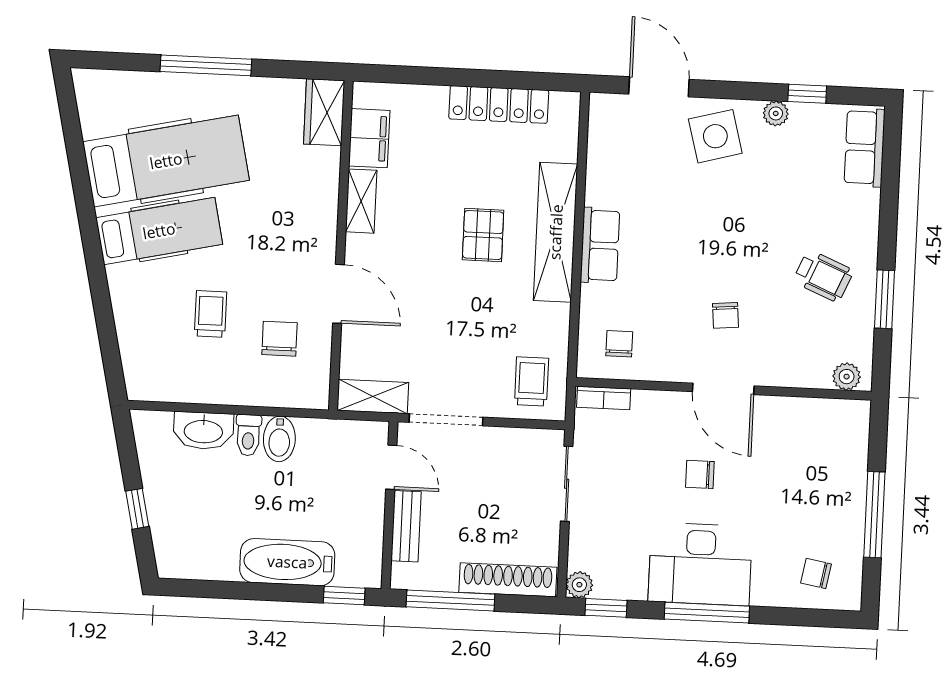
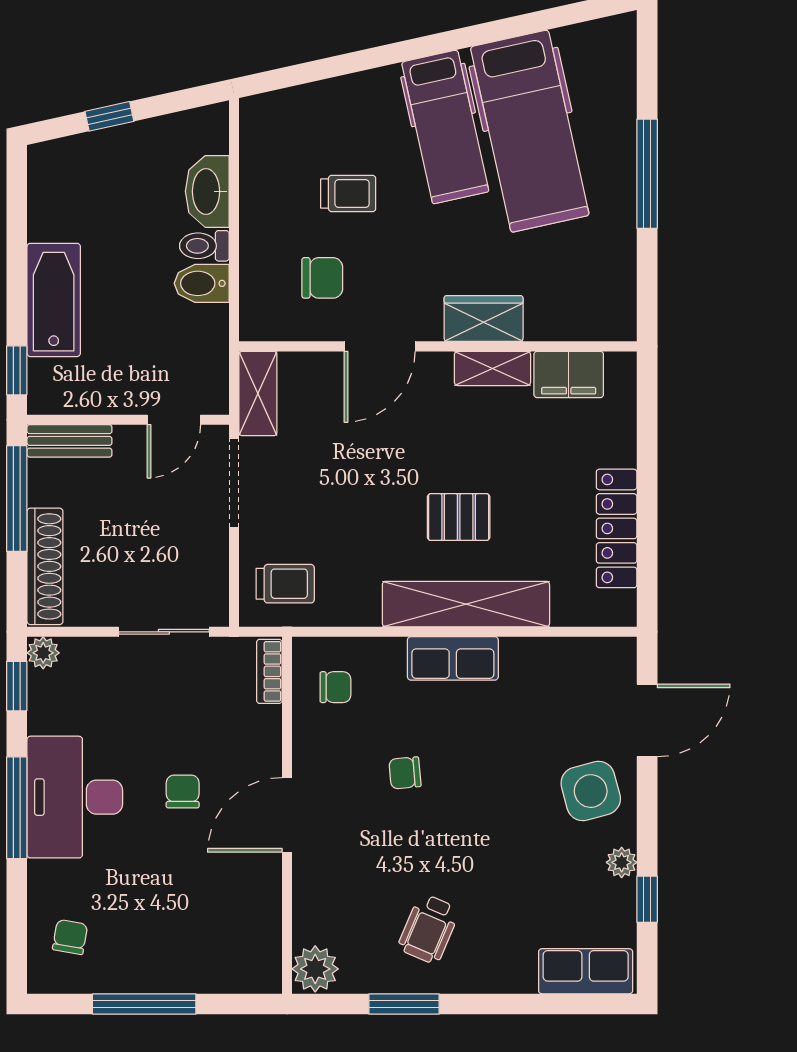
wardrobe: (324, 112) -> (484, 319), moved
chair: (725, 315) -> (405, 773), moved
plant: (847, 377) -> (315, 969), width x1.38, depth x1.38
bench: (406, 526) -> (69, 441), moved

